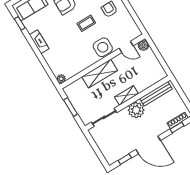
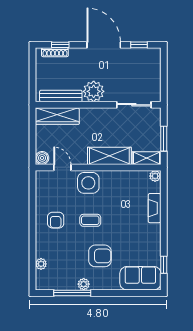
fireplace: (39, 42) -> (155, 208), moved
wardrobe: (150, 79) -> (57, 116), added
shelving: (126, 95) -> (147, 158), moved

